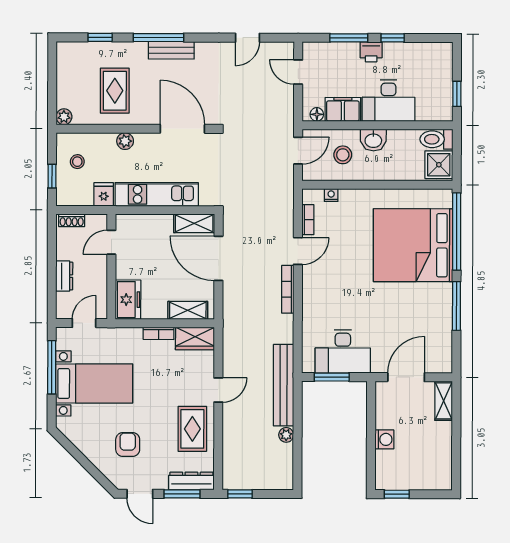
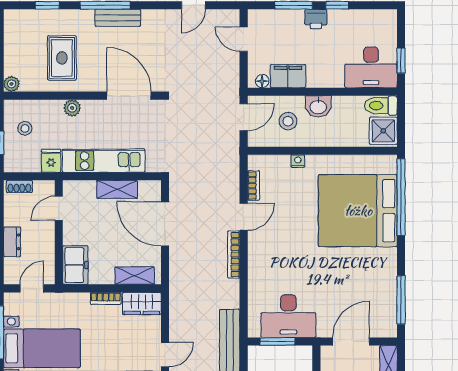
desk: (389, 101) -> (371, 67), moved
nightstand: (331, 195) -> (298, 161), moved
shelving: (194, 223) -> (117, 189), moved
window: (456, 306) -> (401, 300), moved

